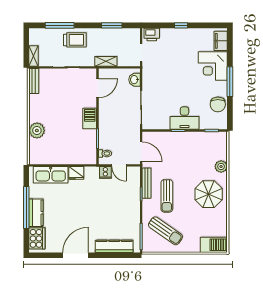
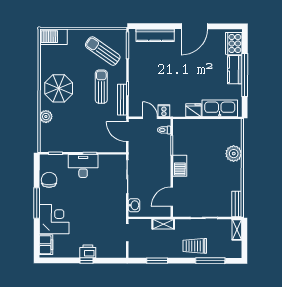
printer: (152, 35) -> (88, 251), moved

